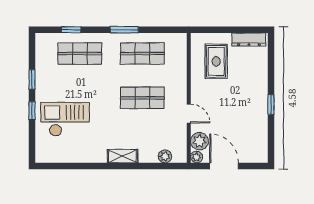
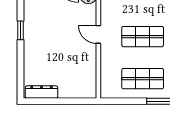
rug: (216, 61) -> (73, 71), removed
door: (189, 114) -> (98, 34), moved

